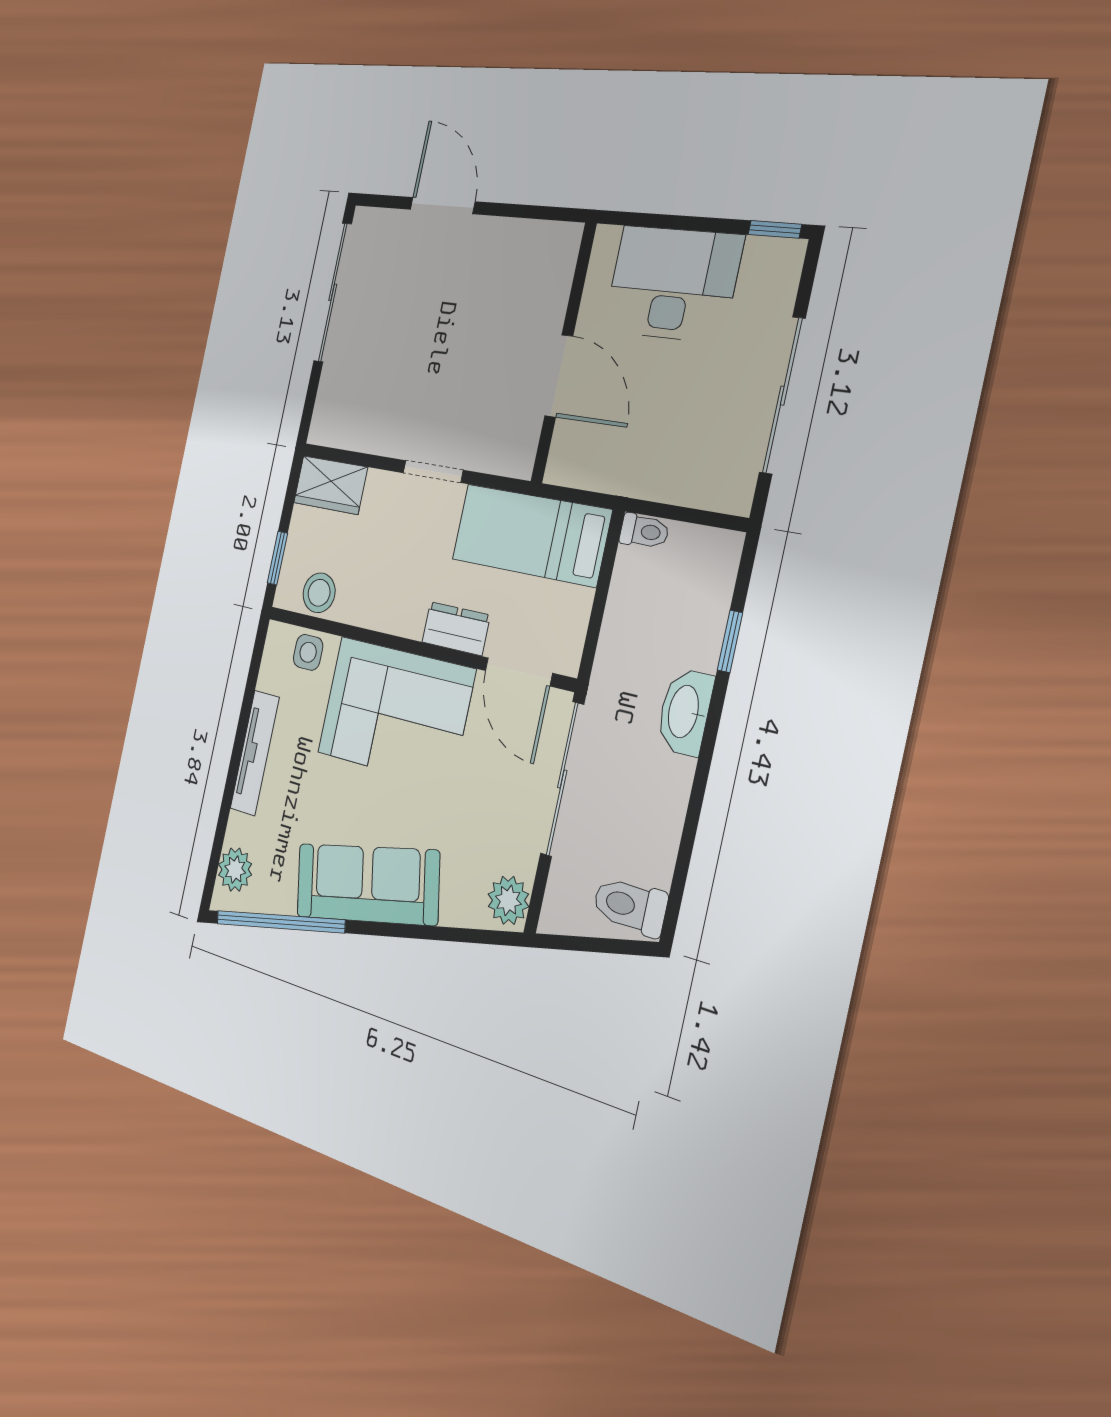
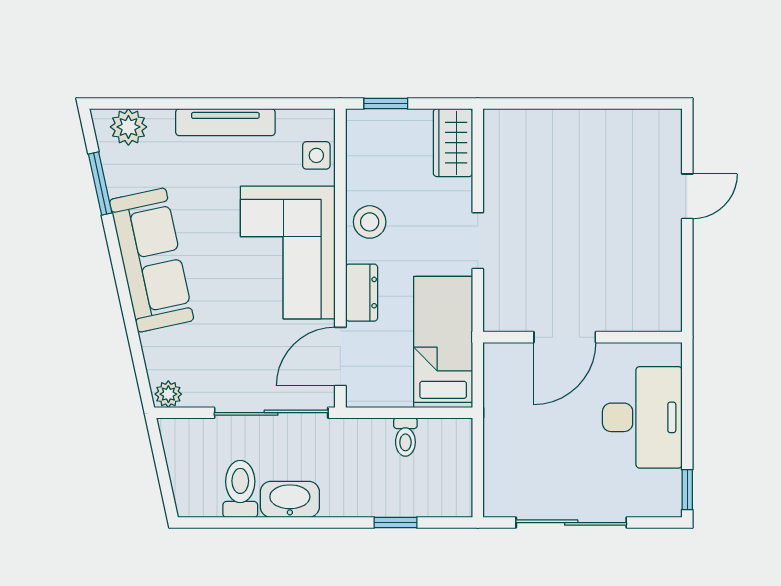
door: (442, 206) -> (687, 196), width x0.73
sliding door: (333, 292) -> (609, 104), removed
toilet: (644, 531) -> (405, 437), moved
stool: (319, 593) -> (370, 222), moved
washbasin: (685, 712) -> (290, 499), moved
plant: (508, 900) -> (168, 394), width x0.73, depth x0.73
toilet: (630, 906) -> (240, 489), moved
window: (280, 922) -> (100, 183), width x0.47

